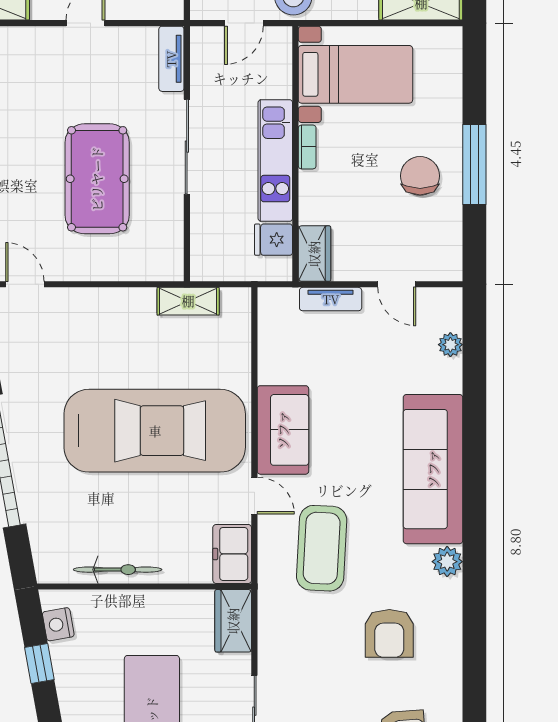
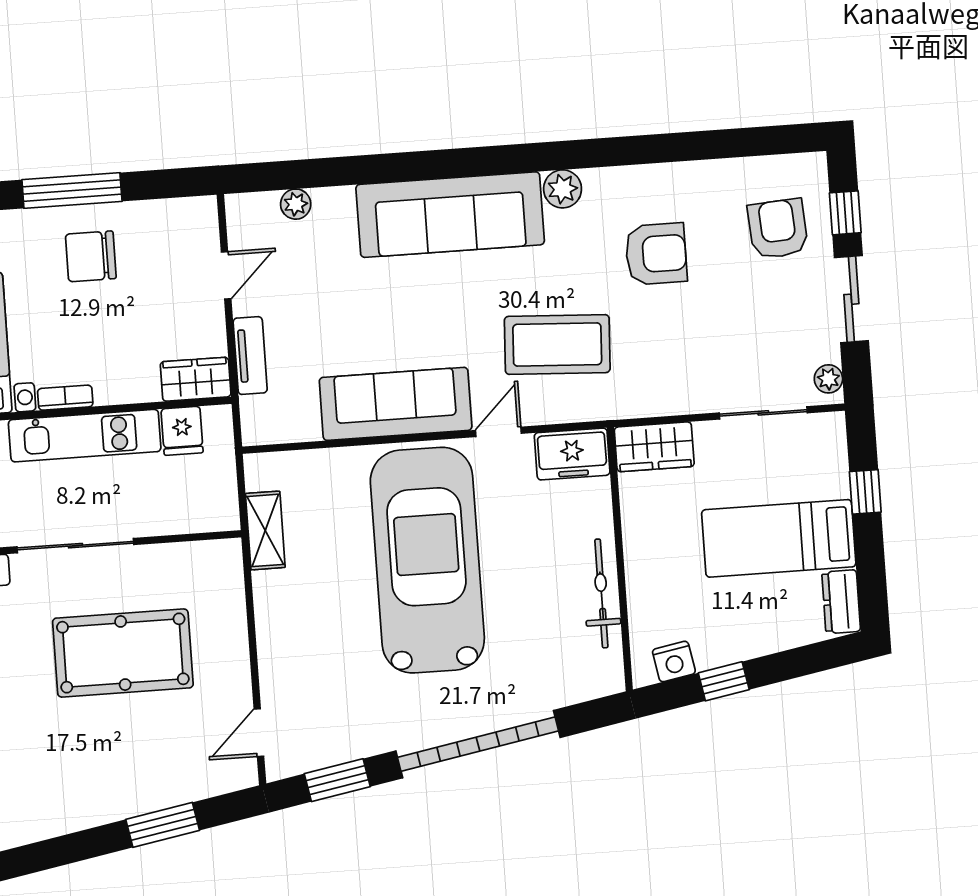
sofa: (283, 430) -> (396, 404), width x1.36

